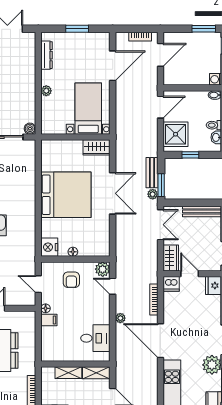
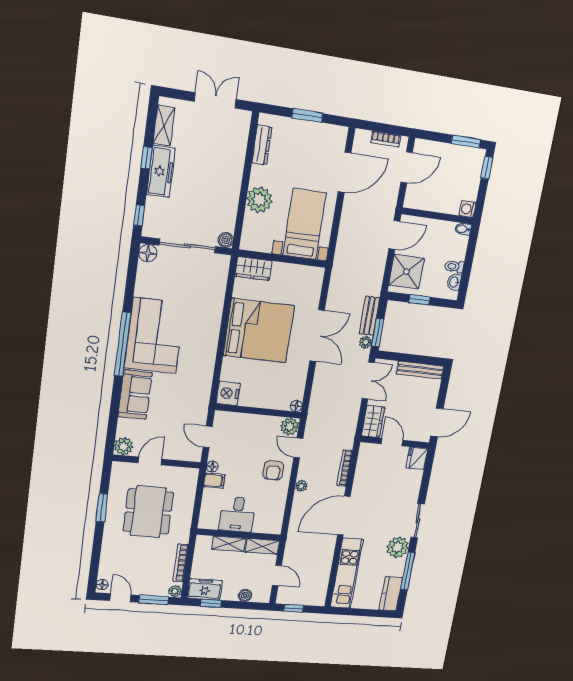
plant: (46, 91) -> (259, 200), width x1.88, depth x1.88
wardrobe: (97, 147) -> (254, 269), moved
floor lamp: (73, 252) -> (296, 406), moved
armchair: (71, 280) -> (273, 470), moved
dishwasher: (171, 284) -> (368, 452), removed
desk: (95, 338) -> (237, 514), moved, turned 90
door: (160, 341) -> (344, 516), hinge flipped

